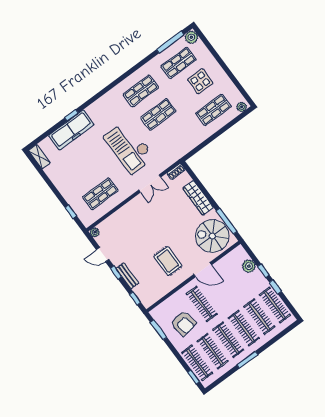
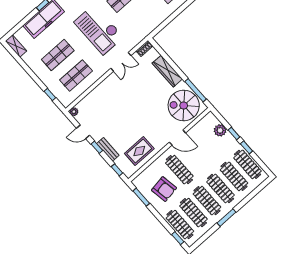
shop shelf: (83, 170) -> (58, 55), added
rug: (168, 261) -> (139, 151), moved, turned 90

